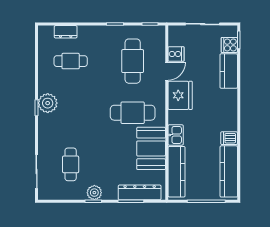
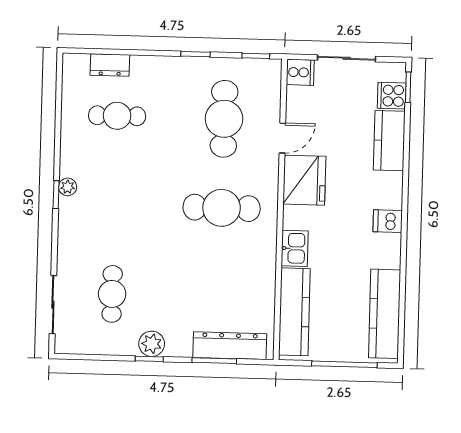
cooker: (176, 54) -> (300, 72), moved
plant: (48, 103) -> (68, 187), width x0.53, depth x0.53
dishwasher: (229, 138) -> (388, 221), moved
booth: (151, 148) -> (252, 270), removed

